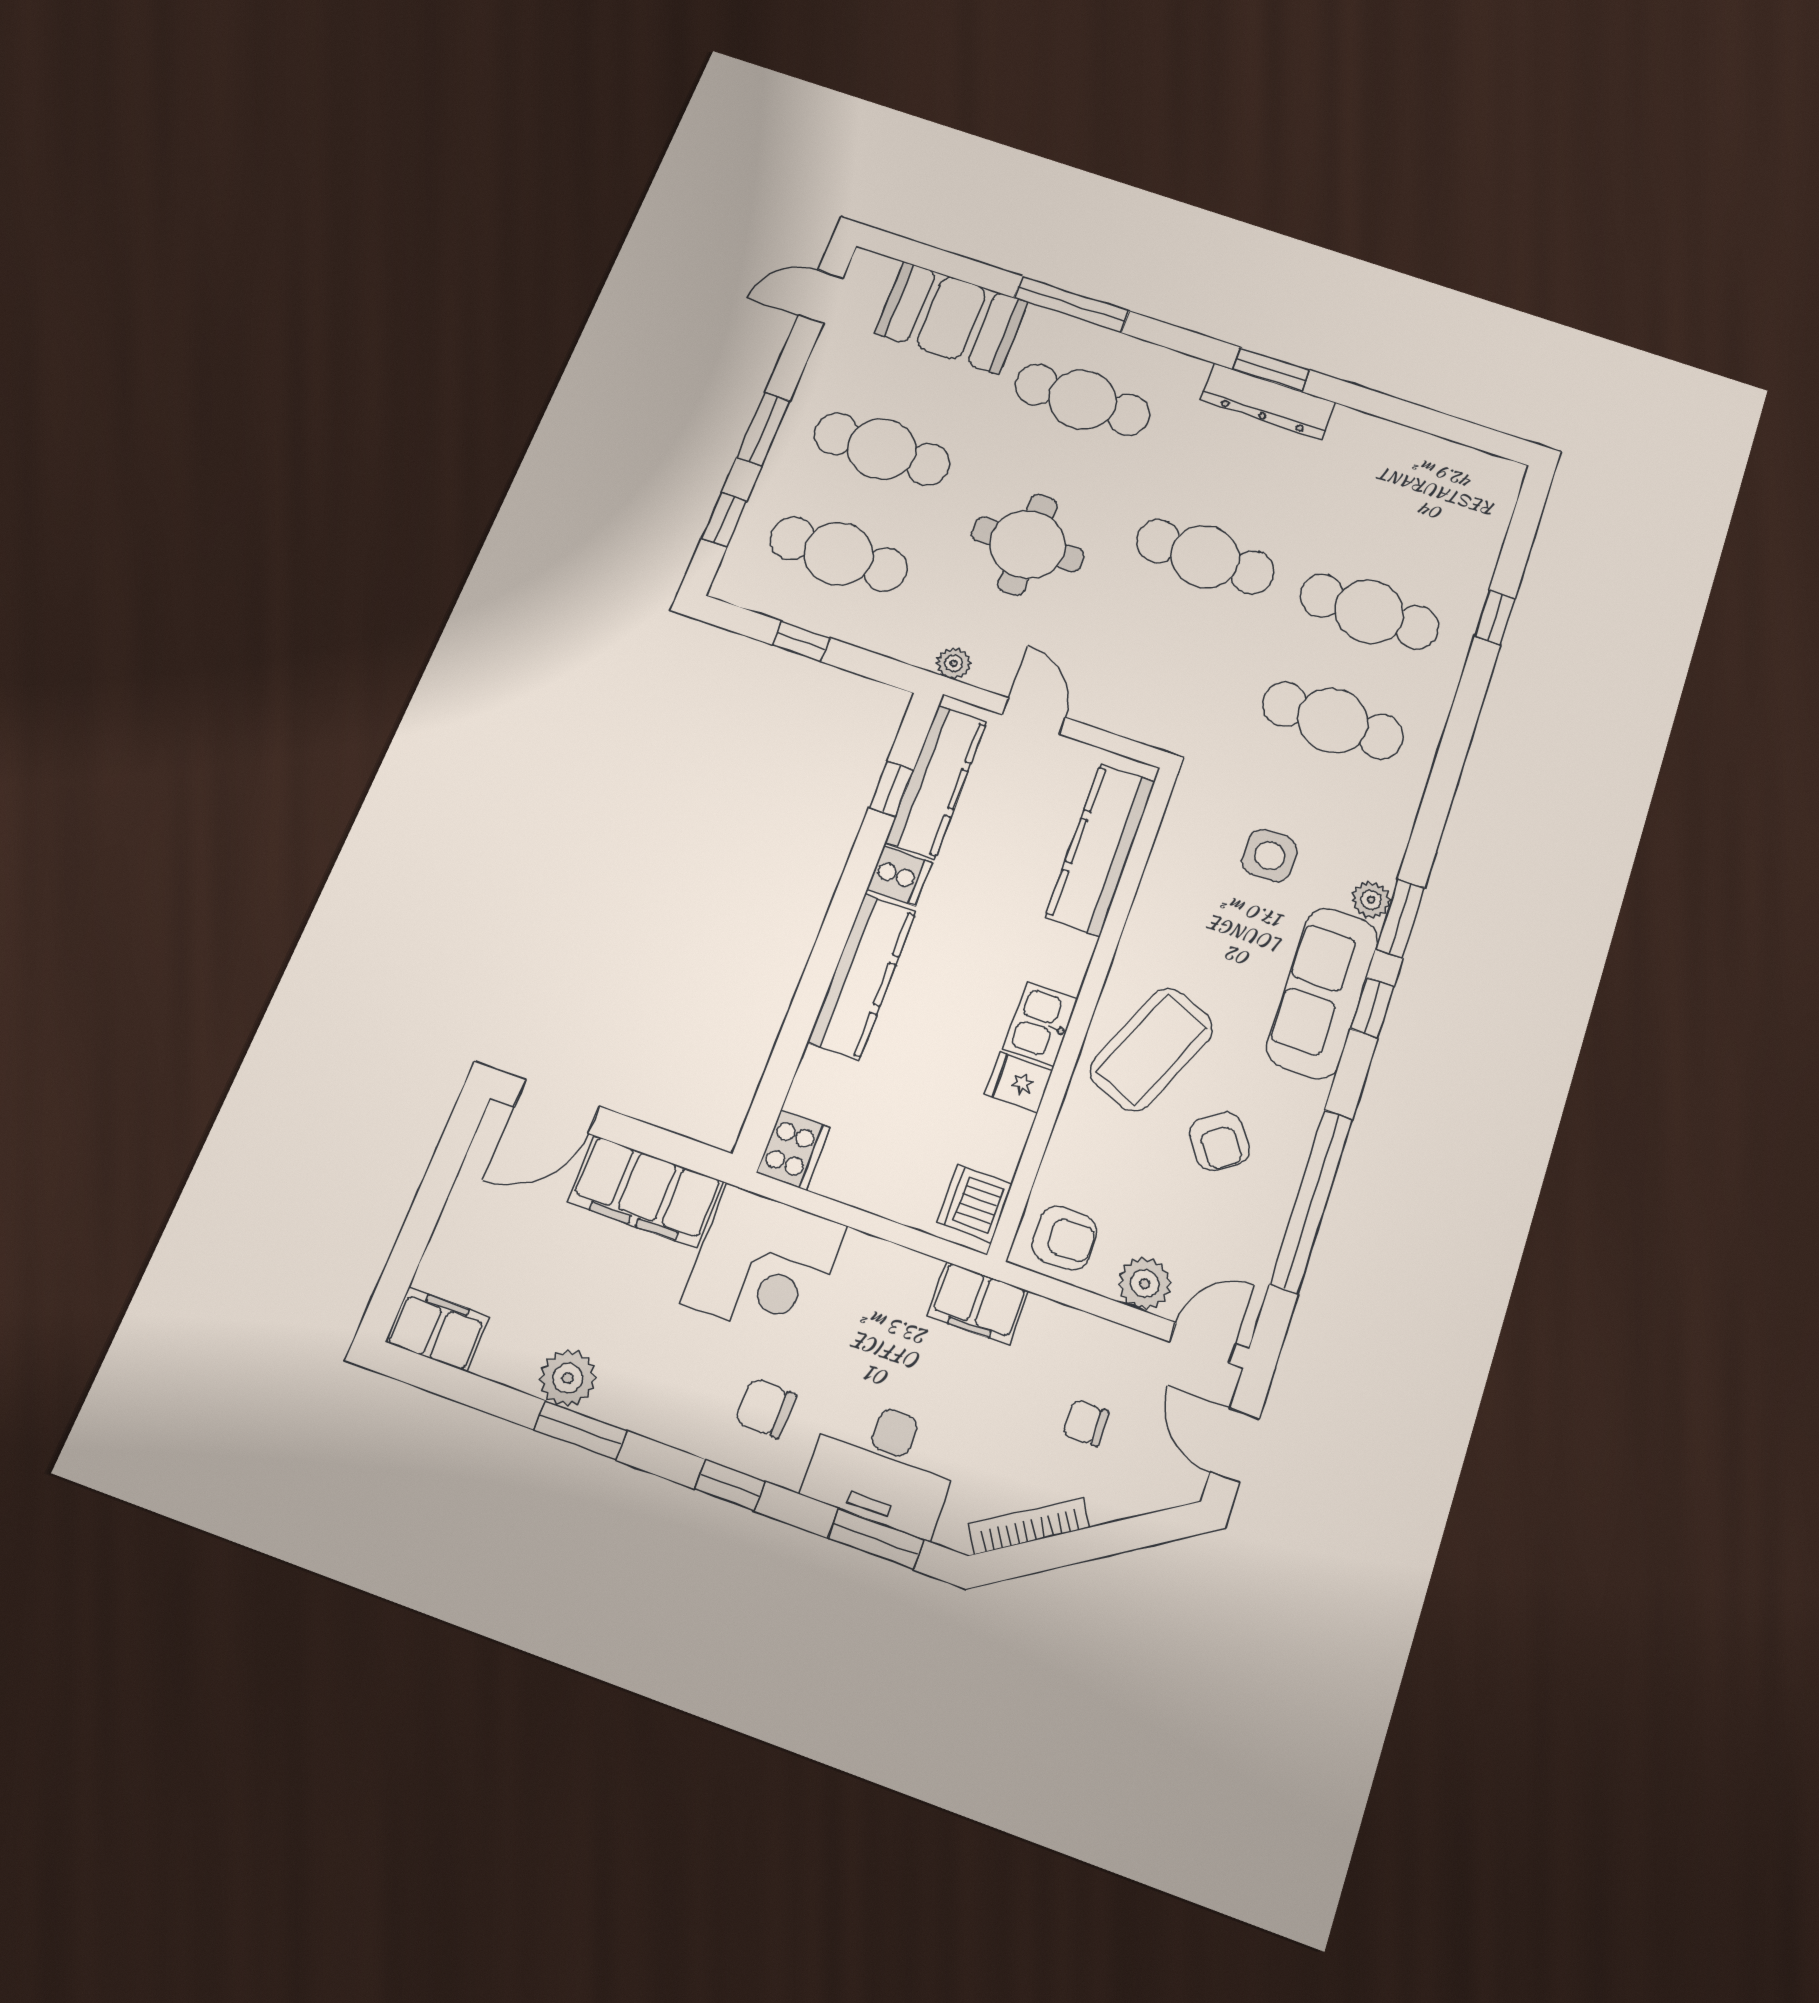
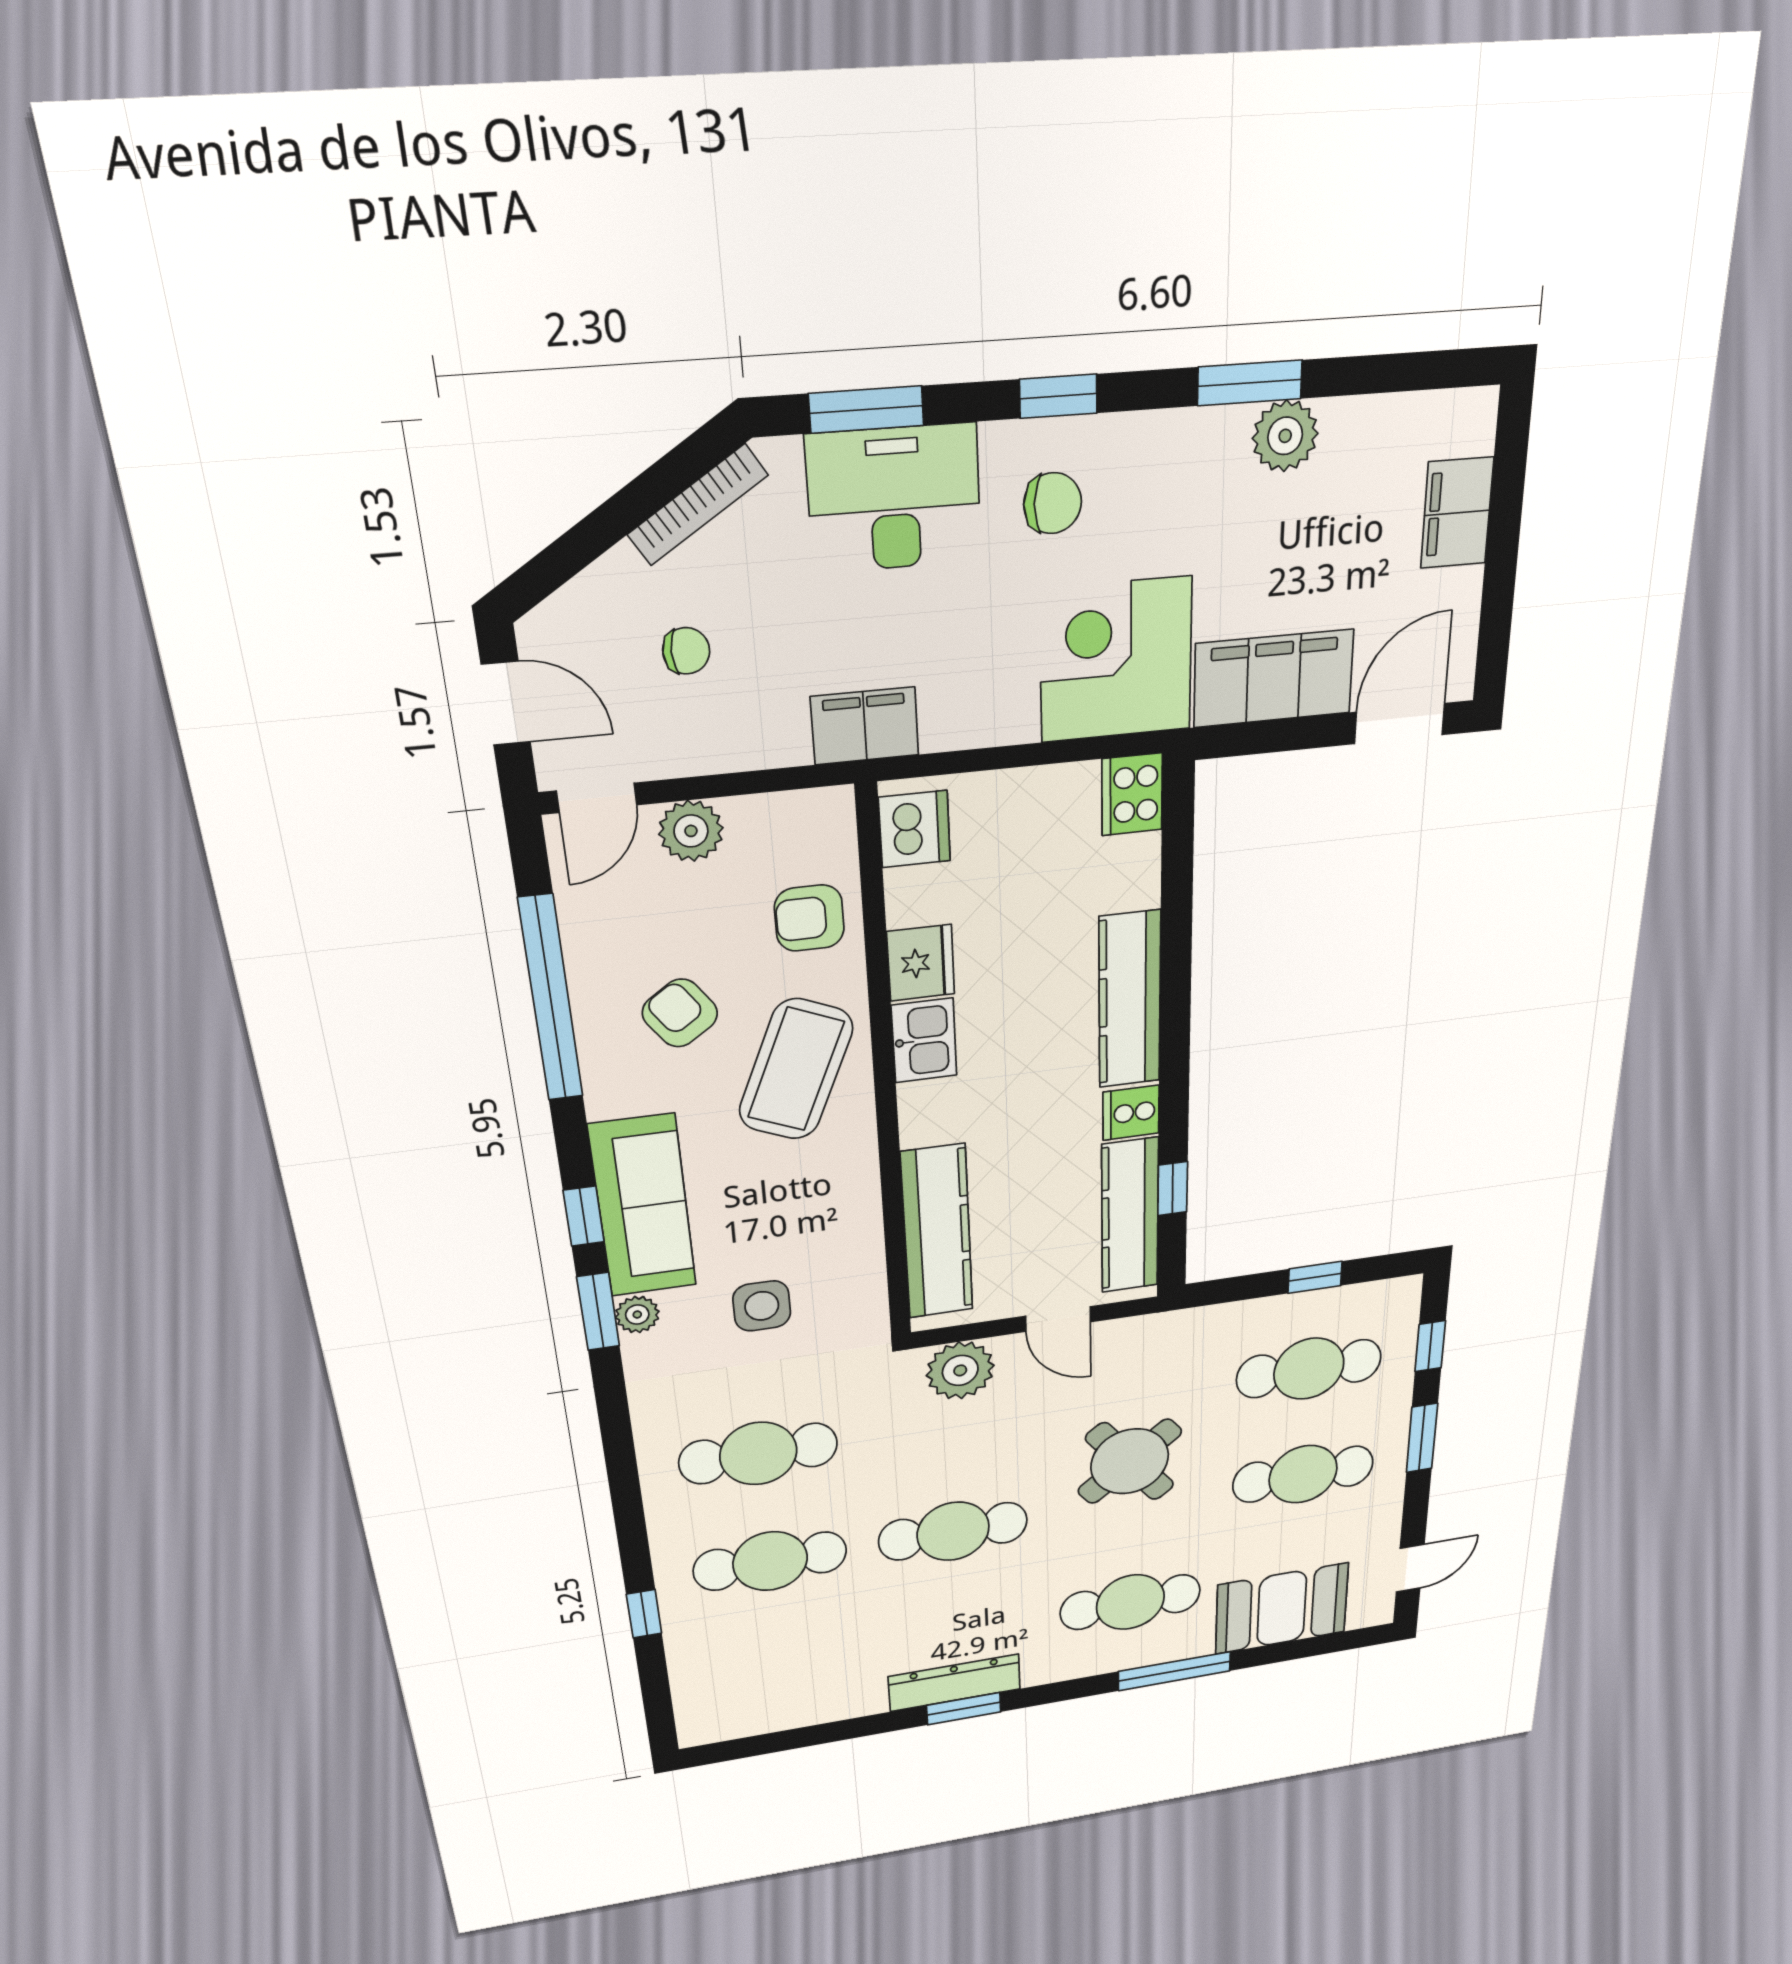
round table: (1028, 544) -> (1130, 1461), turned -38
plant: (954, 663) -> (960, 1370), moved, width x1.88, depth x1.88
fridge: (1019, 1083) -> (921, 963), width x1.38
armchair: (1065, 1238) -> (809, 918), moved
filing cabinet: (437, 1329) -> (1457, 513), moved, turned 90

